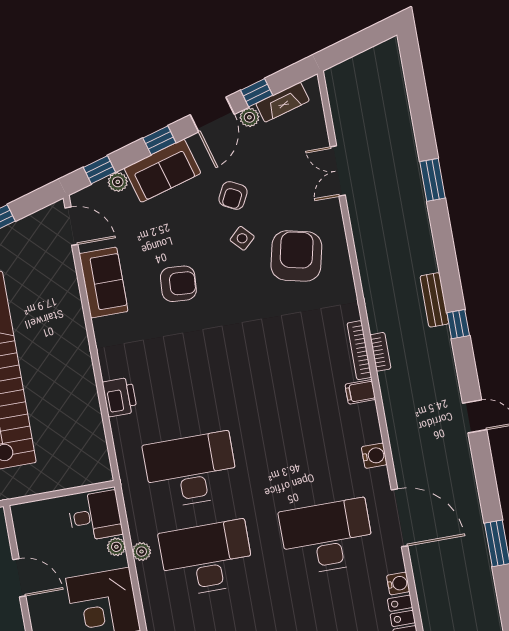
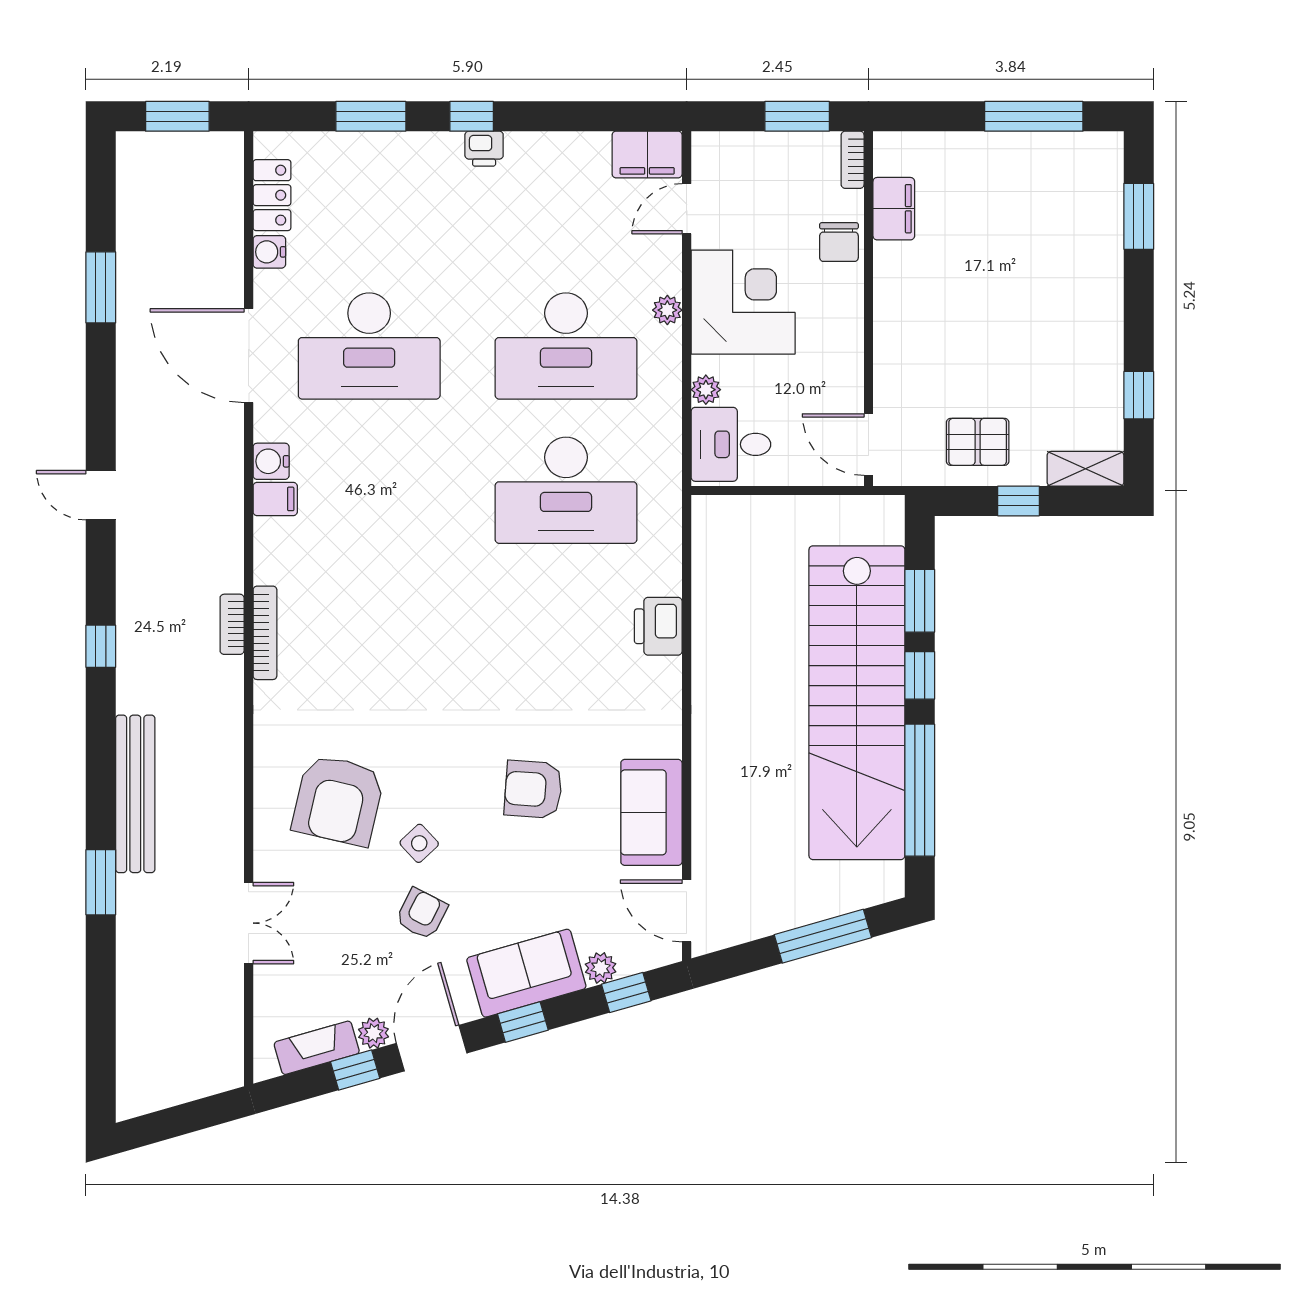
bench: (434, 300) -> (135, 794), moved, width x1.86, depth x1.21
filing cabinet: (360, 392) -> (275, 499), moved
plant: (142, 552) -> (667, 310), moved
door: (19, 578) -> (869, 445), moved

